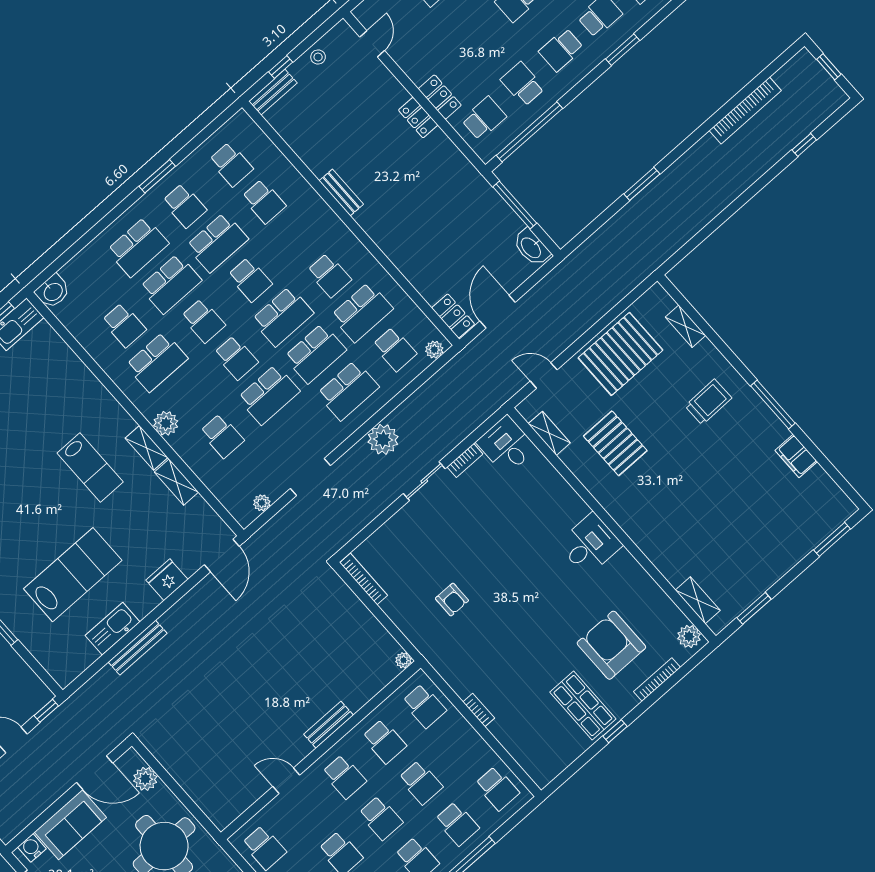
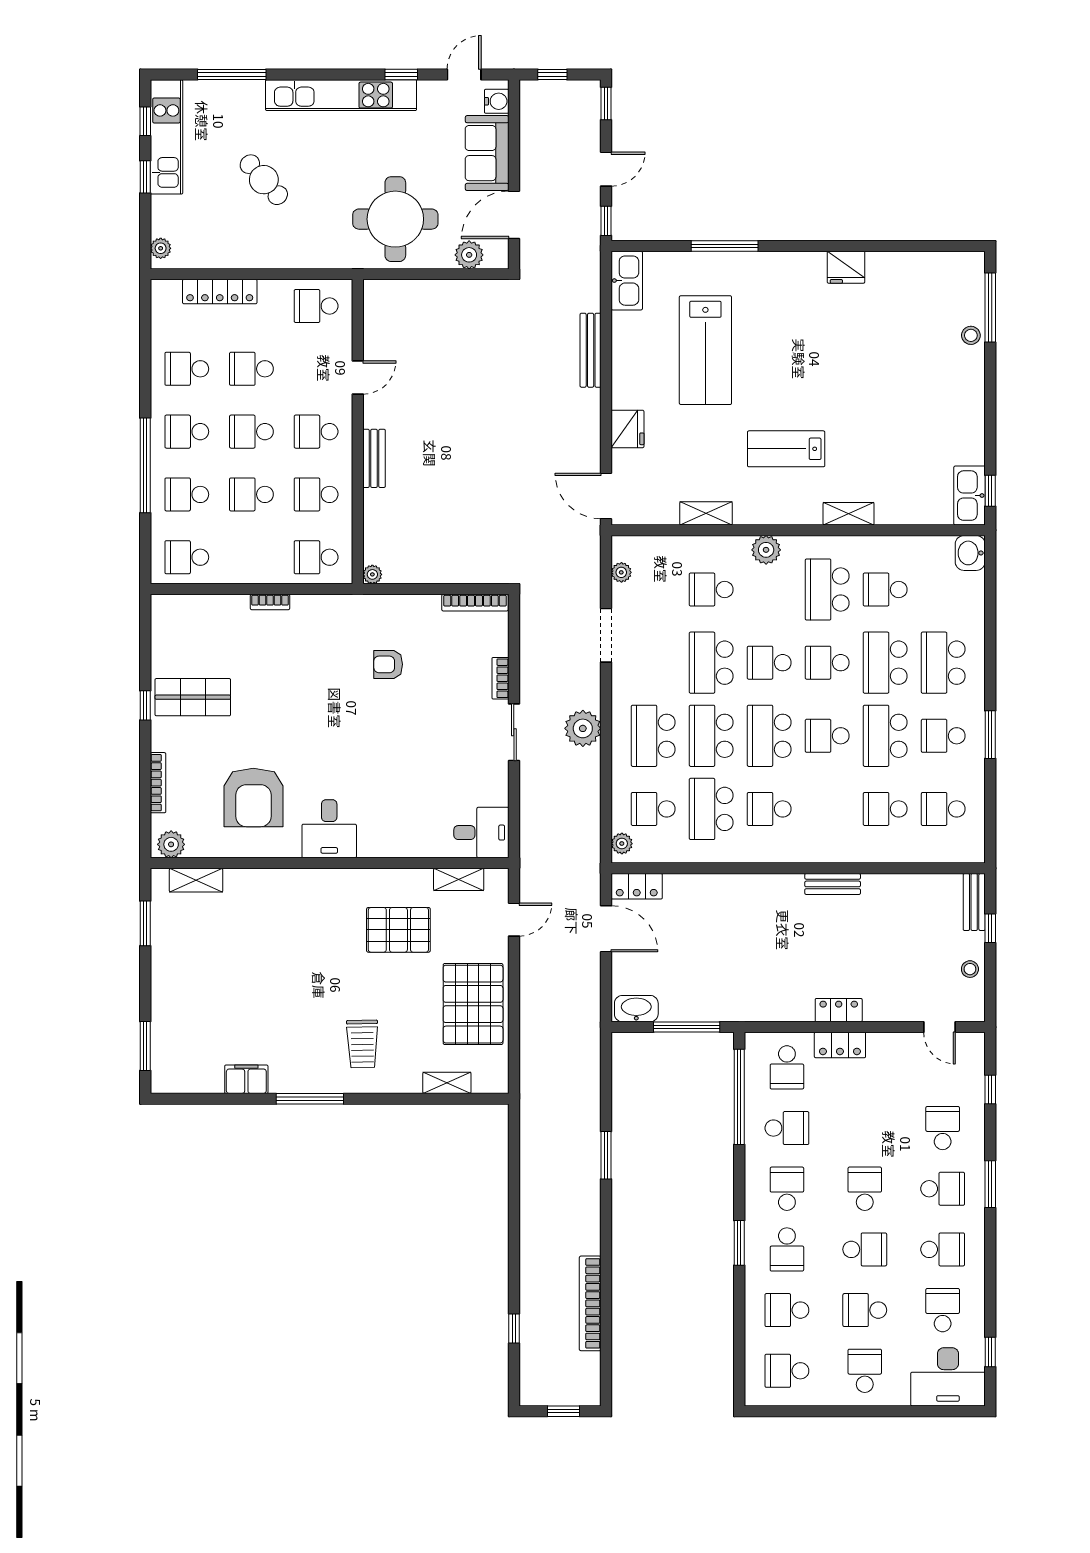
shelving: (146, 448) -> (849, 514), moved
bookcase: (465, 460) -> (500, 678), moved
kitchen sink: (112, 629) -> (627, 281), moved
armchair: (611, 645) -> (253, 797), moved, turned 90

